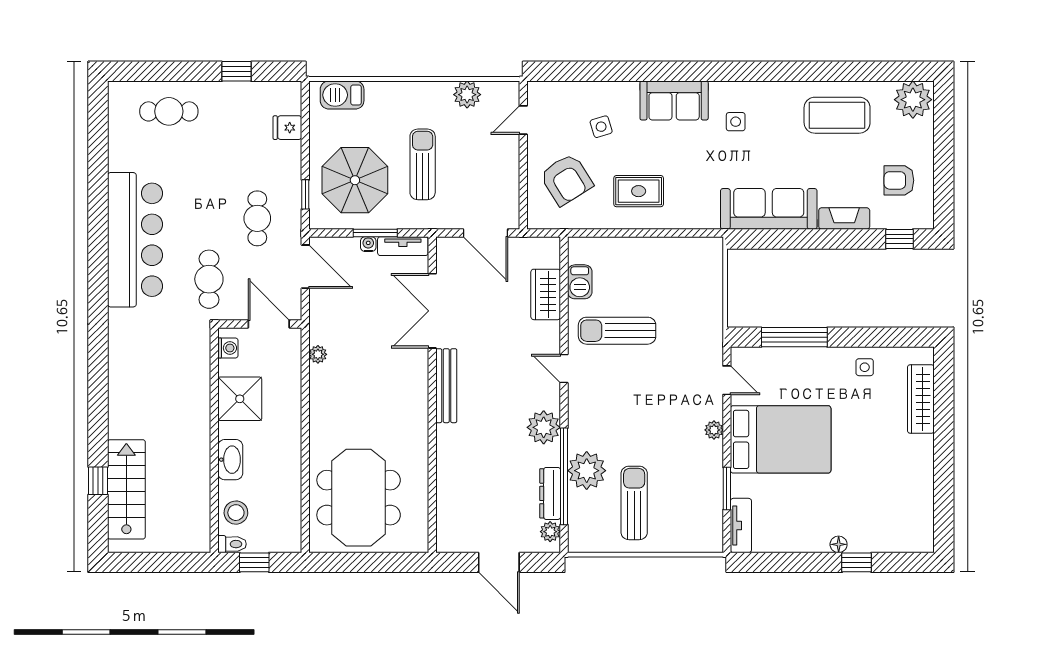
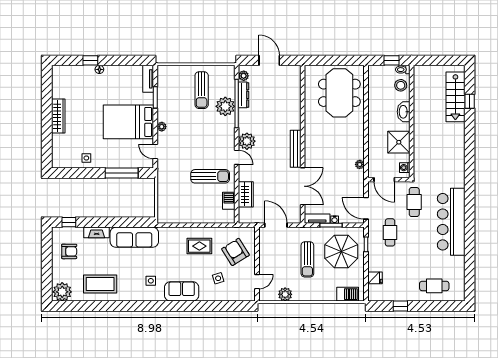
wardrobe: (921, 399) -> (58, 116), moved
plant: (544, 427) -> (247, 141), moved

